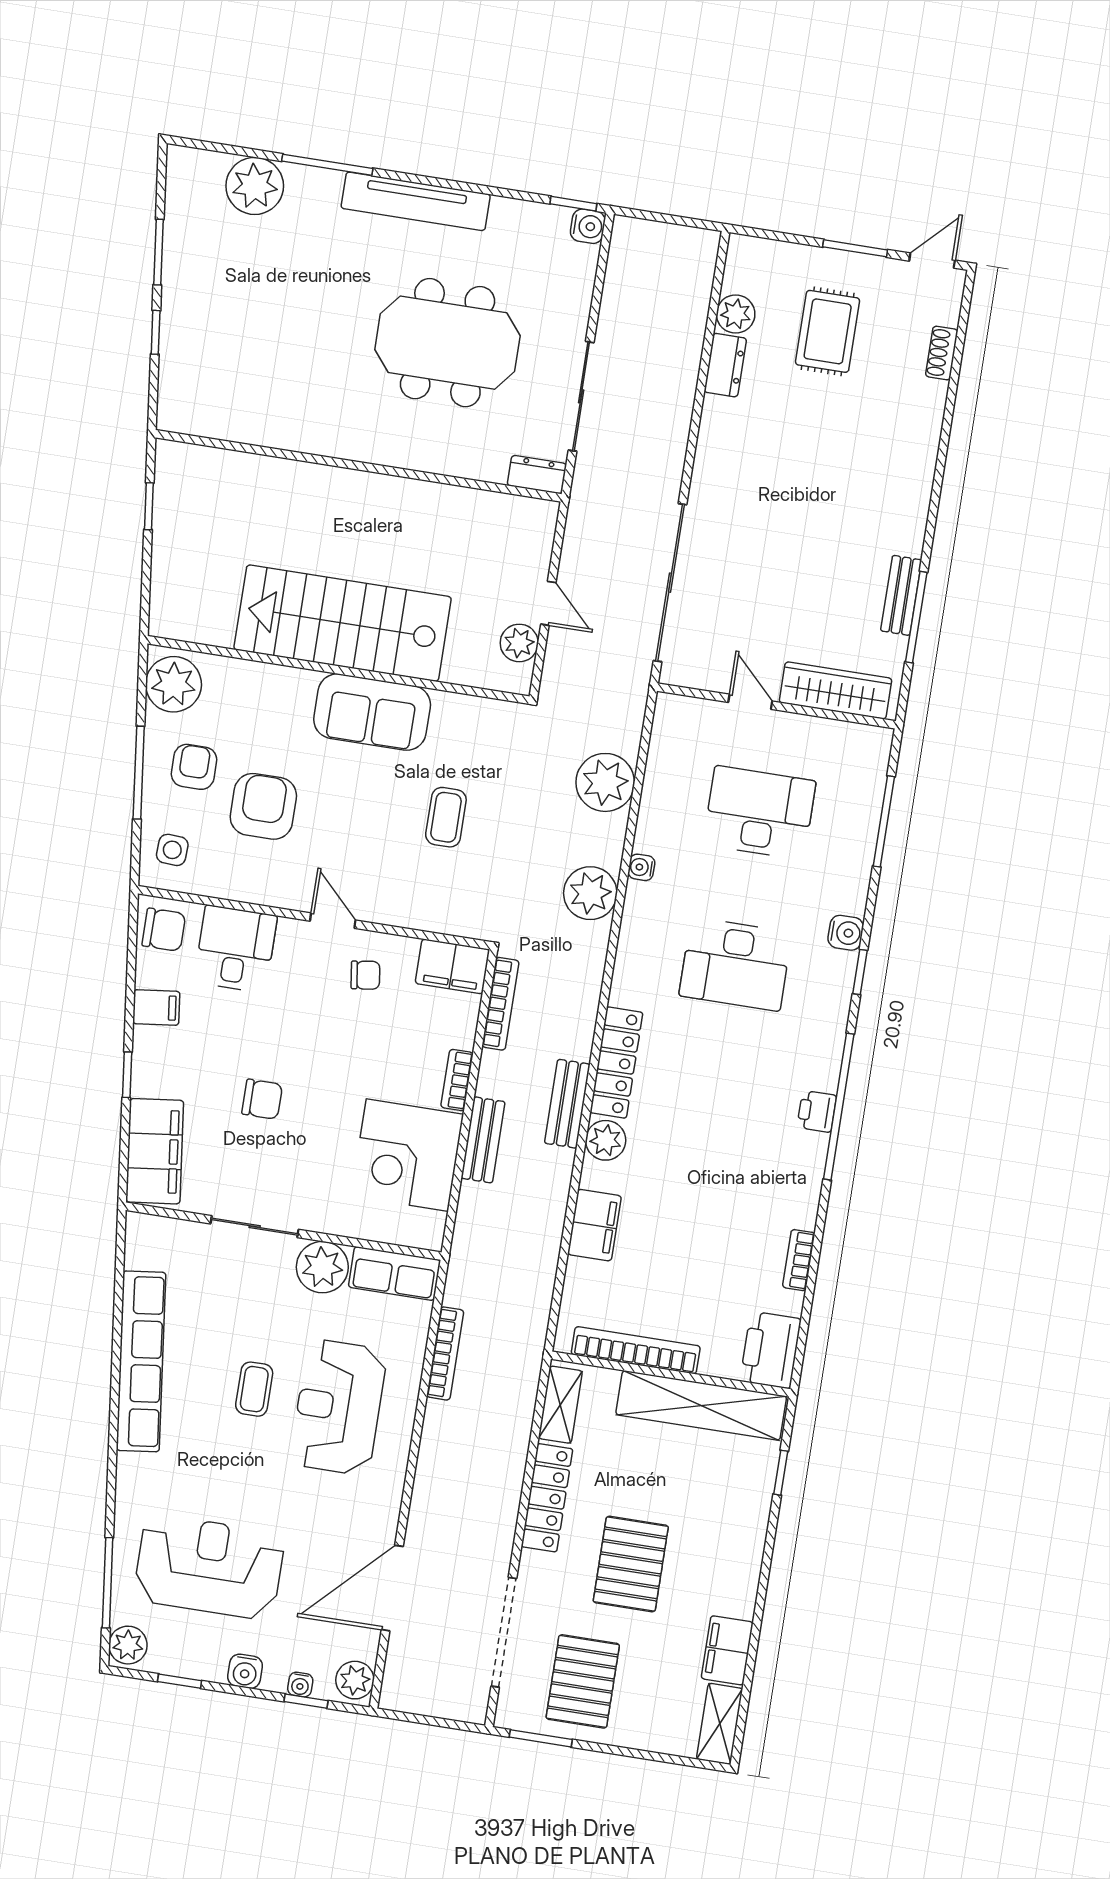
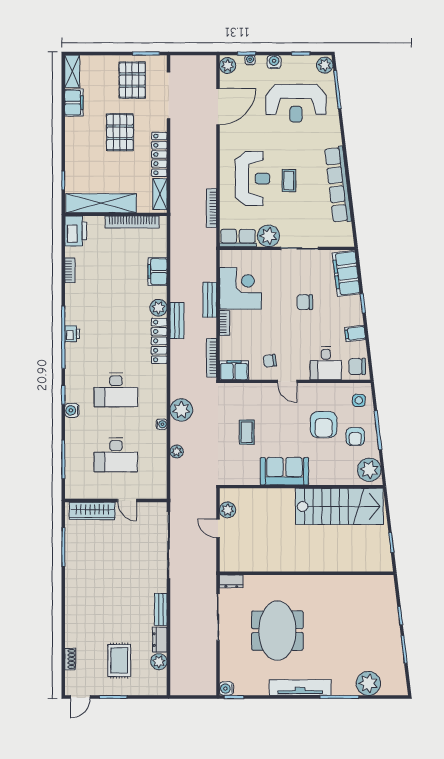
meeting table: (447, 343) -> (277, 631), turned 90
bench: (901, 595) -> (161, 609), moved
stairs: (343, 623) -> (339, 506), moved
plant: (605, 782) -> (177, 452), width x0.53, depth x0.53
desk: (735, 964) -> (116, 390), turned 180

